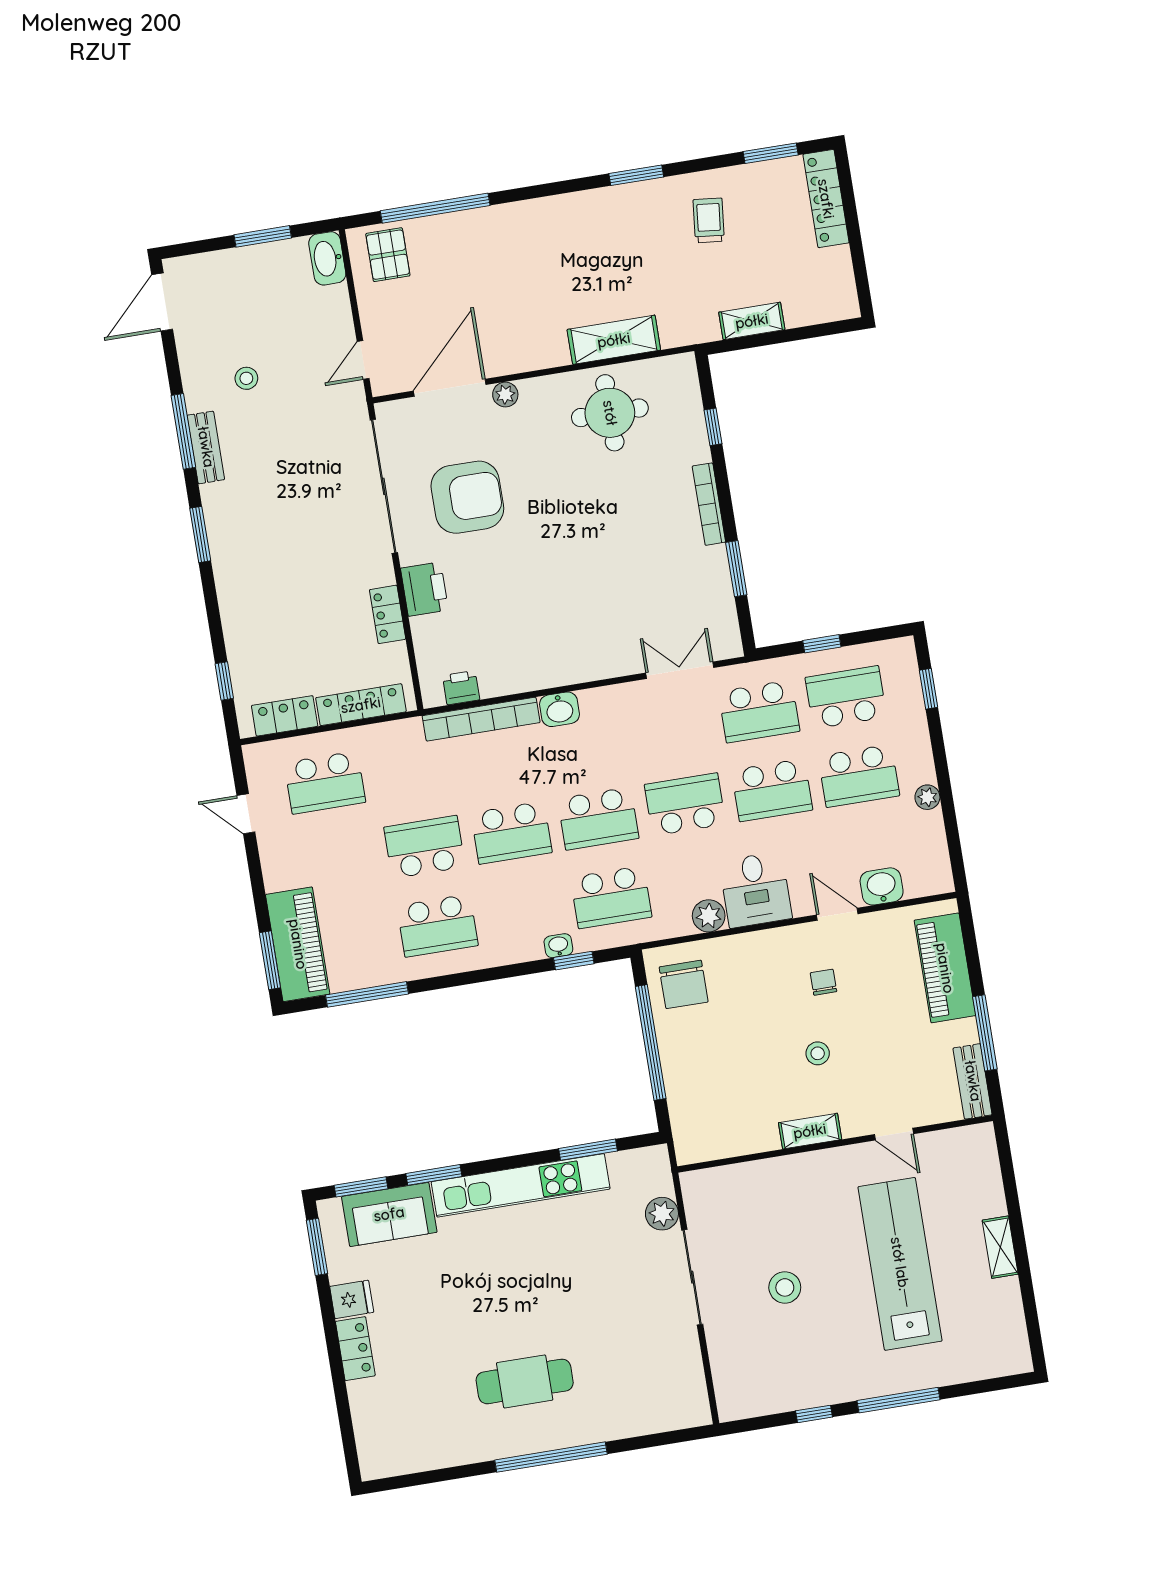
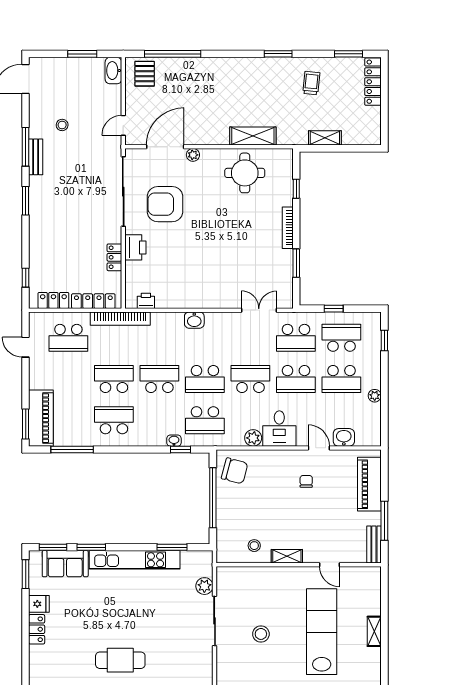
armchair: (467, 497) -> (165, 204), turned 180
bookcase: (481, 719) -> (120, 319), moved
school desk: (511, 833) -> (159, 379), turned 180
school desk: (437, 926) -> (114, 420), turned 180
chair: (684, 984) -> (235, 471), turned -75
stool: (818, 1053) -> (254, 546), moved

